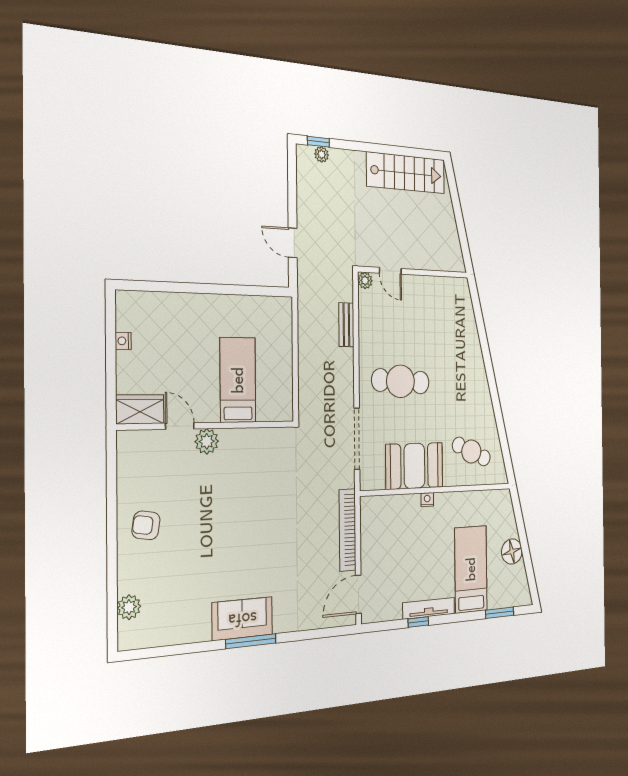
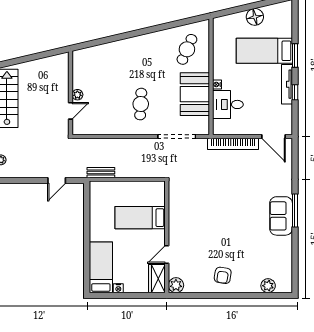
plant: (365, 280) -> (77, 95), moved
bed: (158, 311) -> (101, 267), added
bench: (346, 325) -> (101, 173), moved
cafe table: (400, 381) -> (141, 104), width x0.73, depth x0.74
plant: (207, 441) -> (176, 285), moved
desk: (401, 518) -> (228, 104), added
window: (500, 613) -> (295, 56), moved

